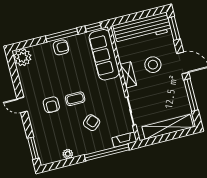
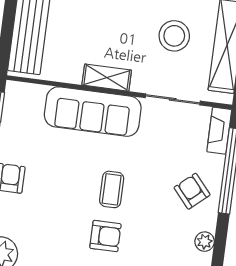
sofa: (104, 55) -> (93, 112), moved
stool: (153, 65) -> (174, 36), moved
armchair: (92, 123) -> (192, 191), moved

